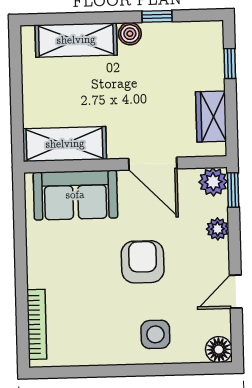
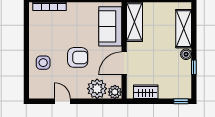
window: (230, 64) -> (181, 101), moved
window: (233, 190) -> (111, 101), removed
plant: (218, 229) -> (97, 89), width x1.88, depth x1.88
floor lamp: (219, 350) -> (35, 92), removed

